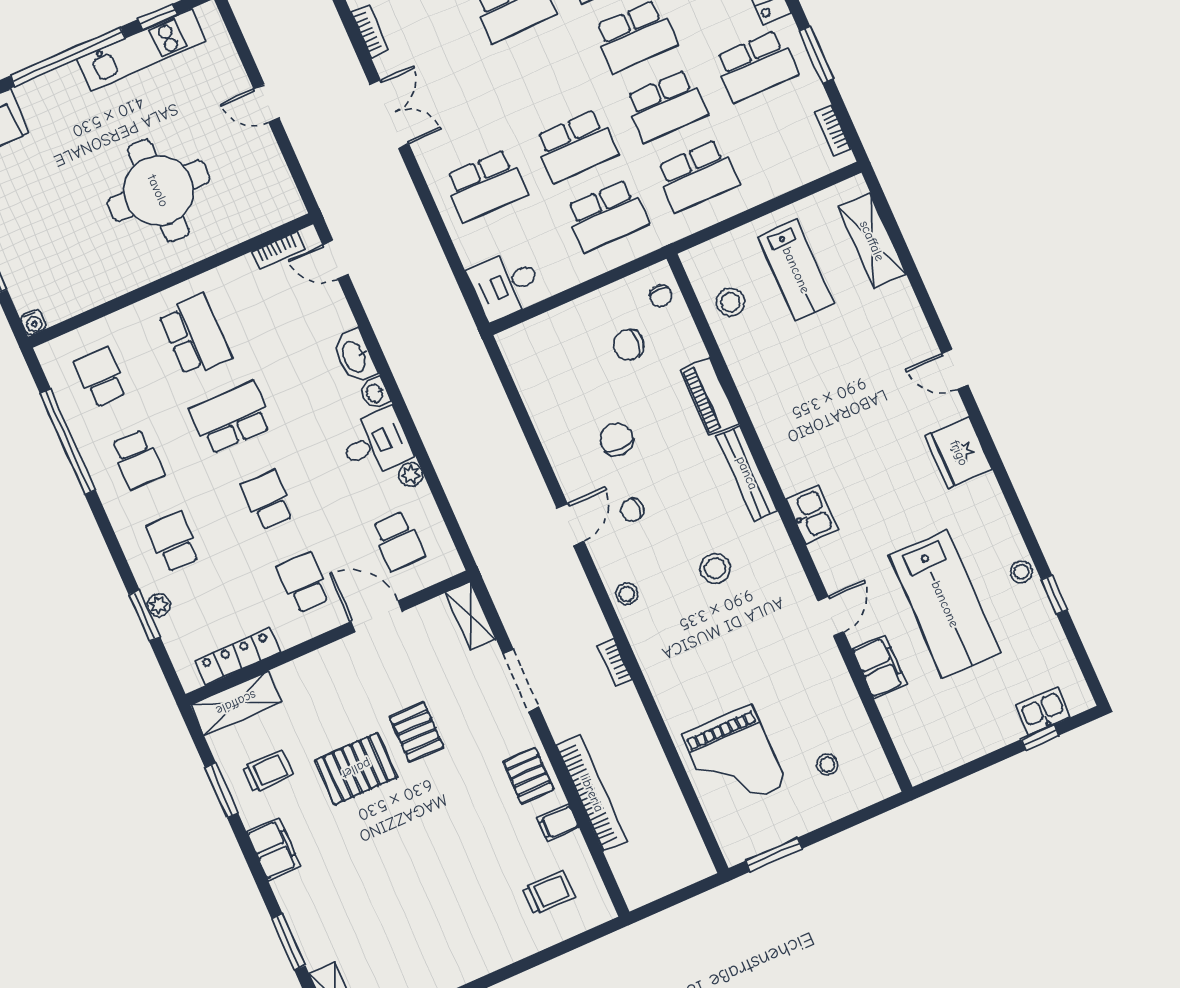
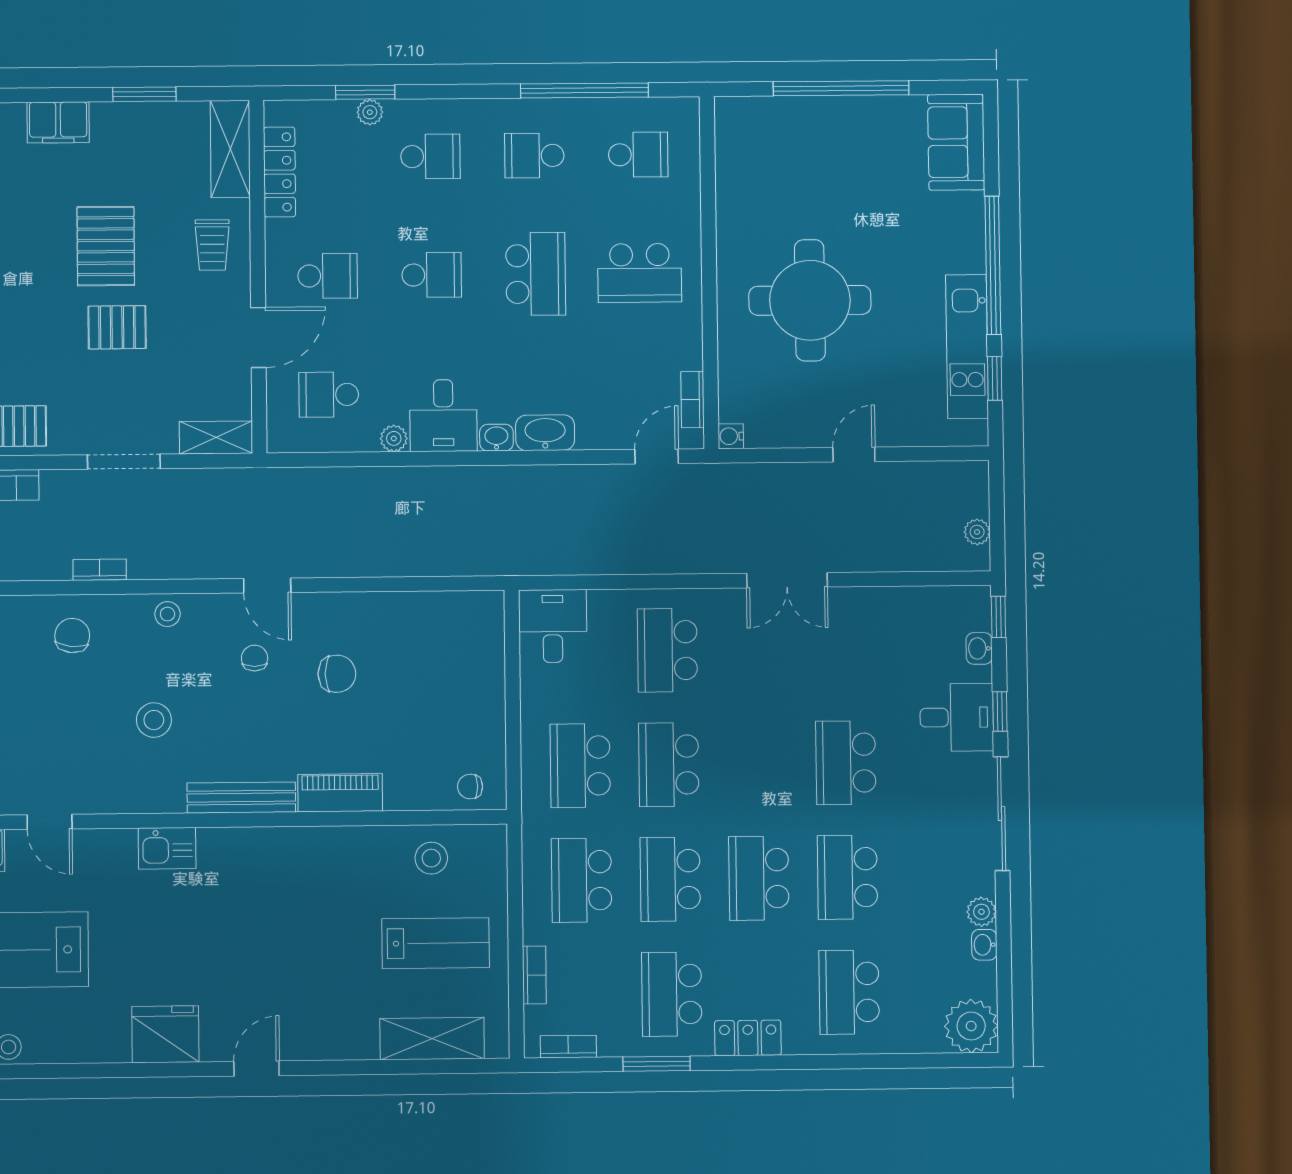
bookcase: (370, 31) -> (534, 975), moved, turned -90
lab bench: (796, 270) -> (436, 943), turned 180
water cooler: (34, 322) -> (731, 436), moved
chair: (629, 345) -> (72, 636), moved
trolley: (268, 771) -> (212, 245), moved

